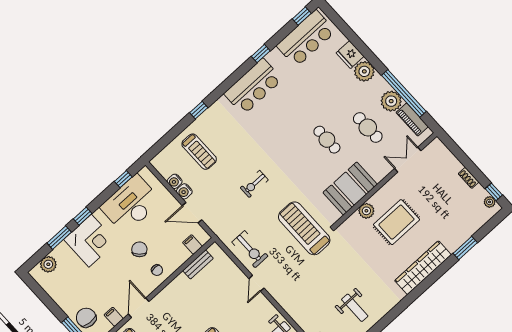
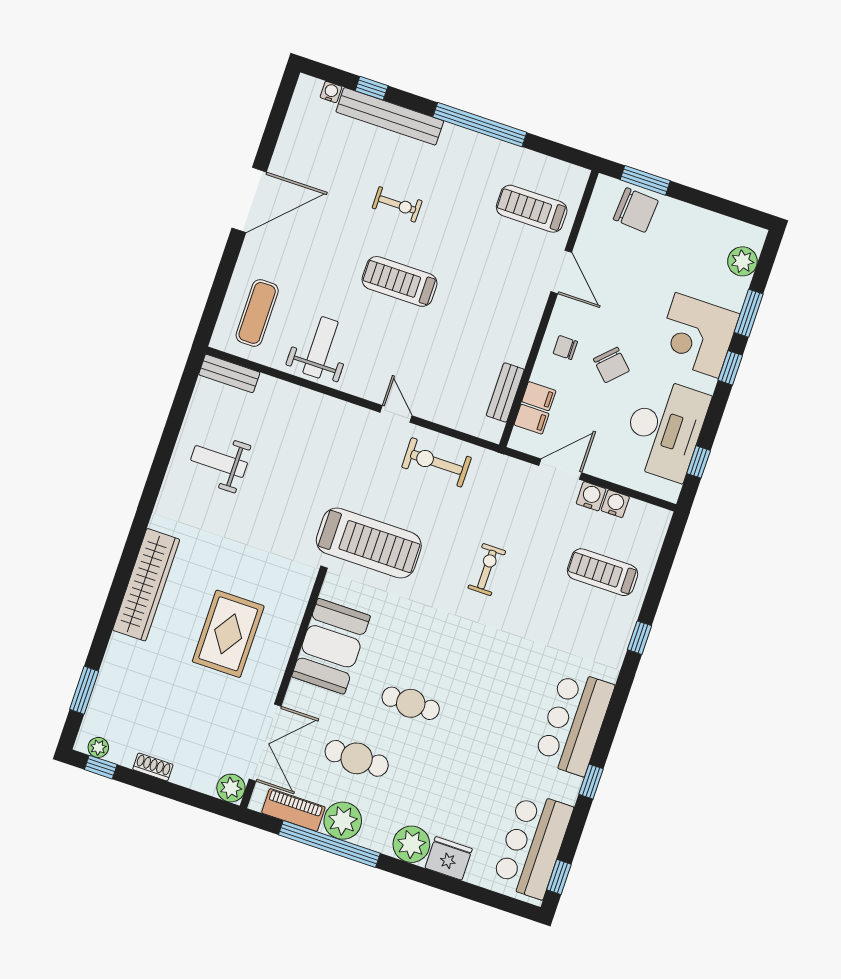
double door: (408, 160) -> (265, 743), width x1.37
plant: (366, 211) -> (231, 788), moved
window: (465, 248) -> (84, 690), moved
filing cabinet: (114, 317) -> (539, 396), moved

